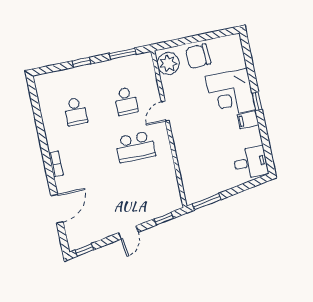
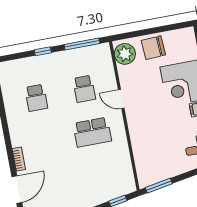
window: (123, 54) -> (82, 44), width x1.44
door: (165, 111) -> (121, 99), hinge flipped
bookcase: (56, 164) -> (19, 159), moved

